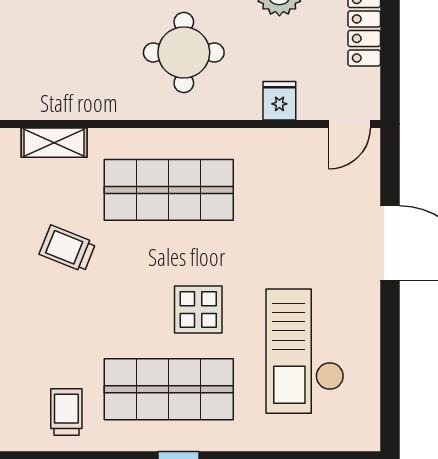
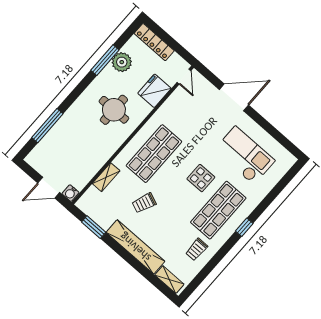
fridge: (279, 101) -> (154, 91), width x1.88, depth x1.34
checkout: (305, 351) -> (245, 155), turned 180
trolley: (66, 412) -> (197, 250), turned -90

